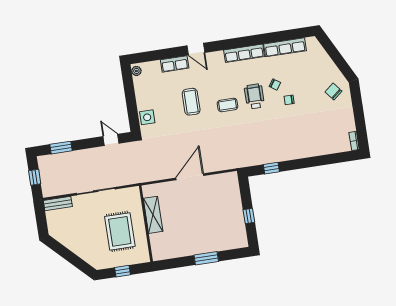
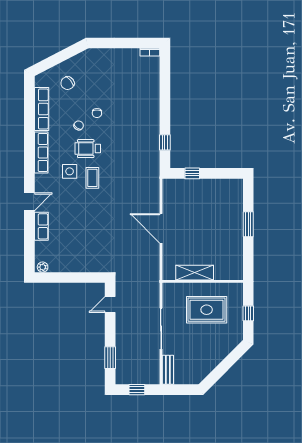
chair: (333, 91) -> (68, 83), moved
coffee table: (191, 102) -> (83, 215), removed
side table: (147, 117) -> (70, 171), moved
window: (249, 216) -> (192, 173), moved

